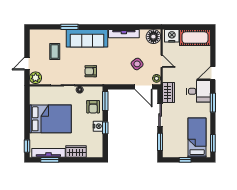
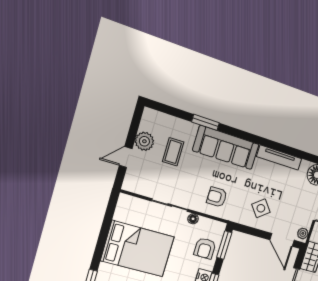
side table: (137, 64) -> (261, 208), moved
plant: (36, 78) -> (144, 141), moved

